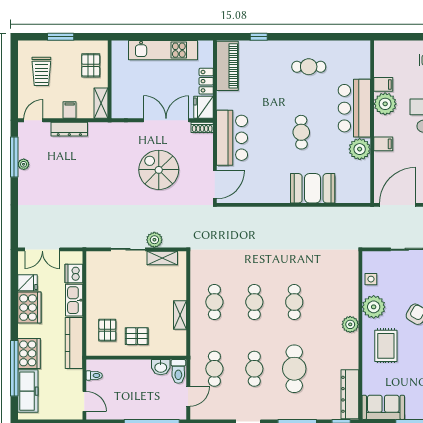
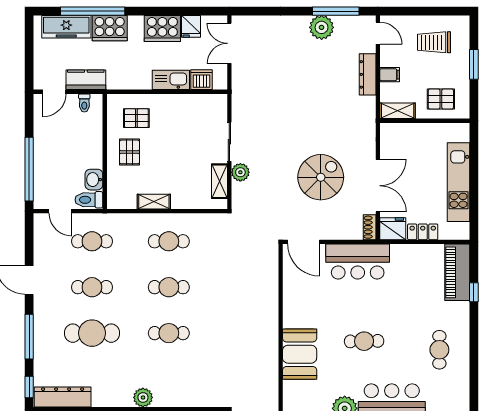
piano: (227, 66) -> (457, 272), moved, turned 90
plant: (24, 164) -> (322, 27), width x1.88, depth x1.88
kitchen counter: (74, 343) -> (86, 80), moved, width x0.67

